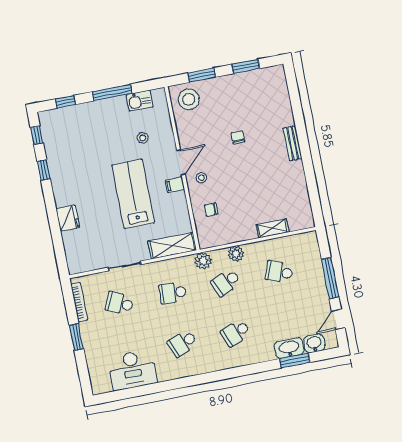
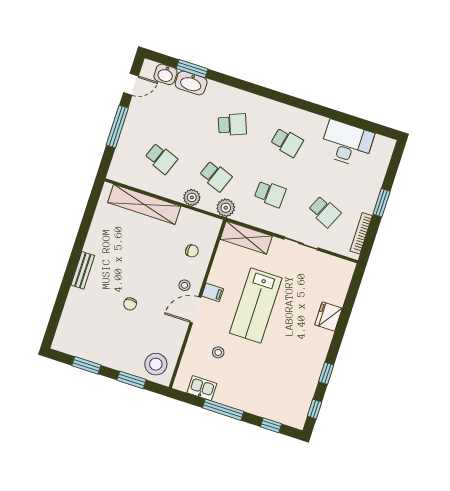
shelving: (272, 228) -> (144, 204), width x2.20, depth x1.33
school desk: (226, 282) -> (216, 176), turned 45
school desk: (183, 343) -> (287, 142), turned 33

